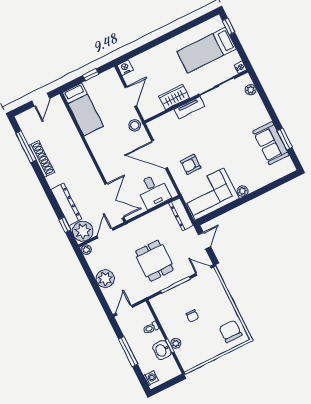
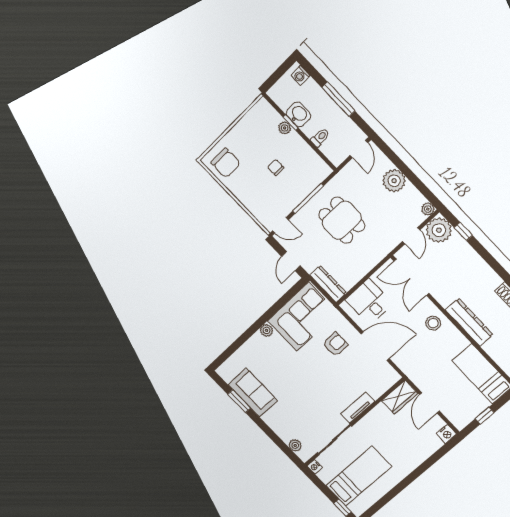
wardrobe: (174, 97) -> (400, 397), moved
stool: (135, 125) -> (433, 323), moved
dresser: (66, 204) -> (469, 322), moved, turned 180

